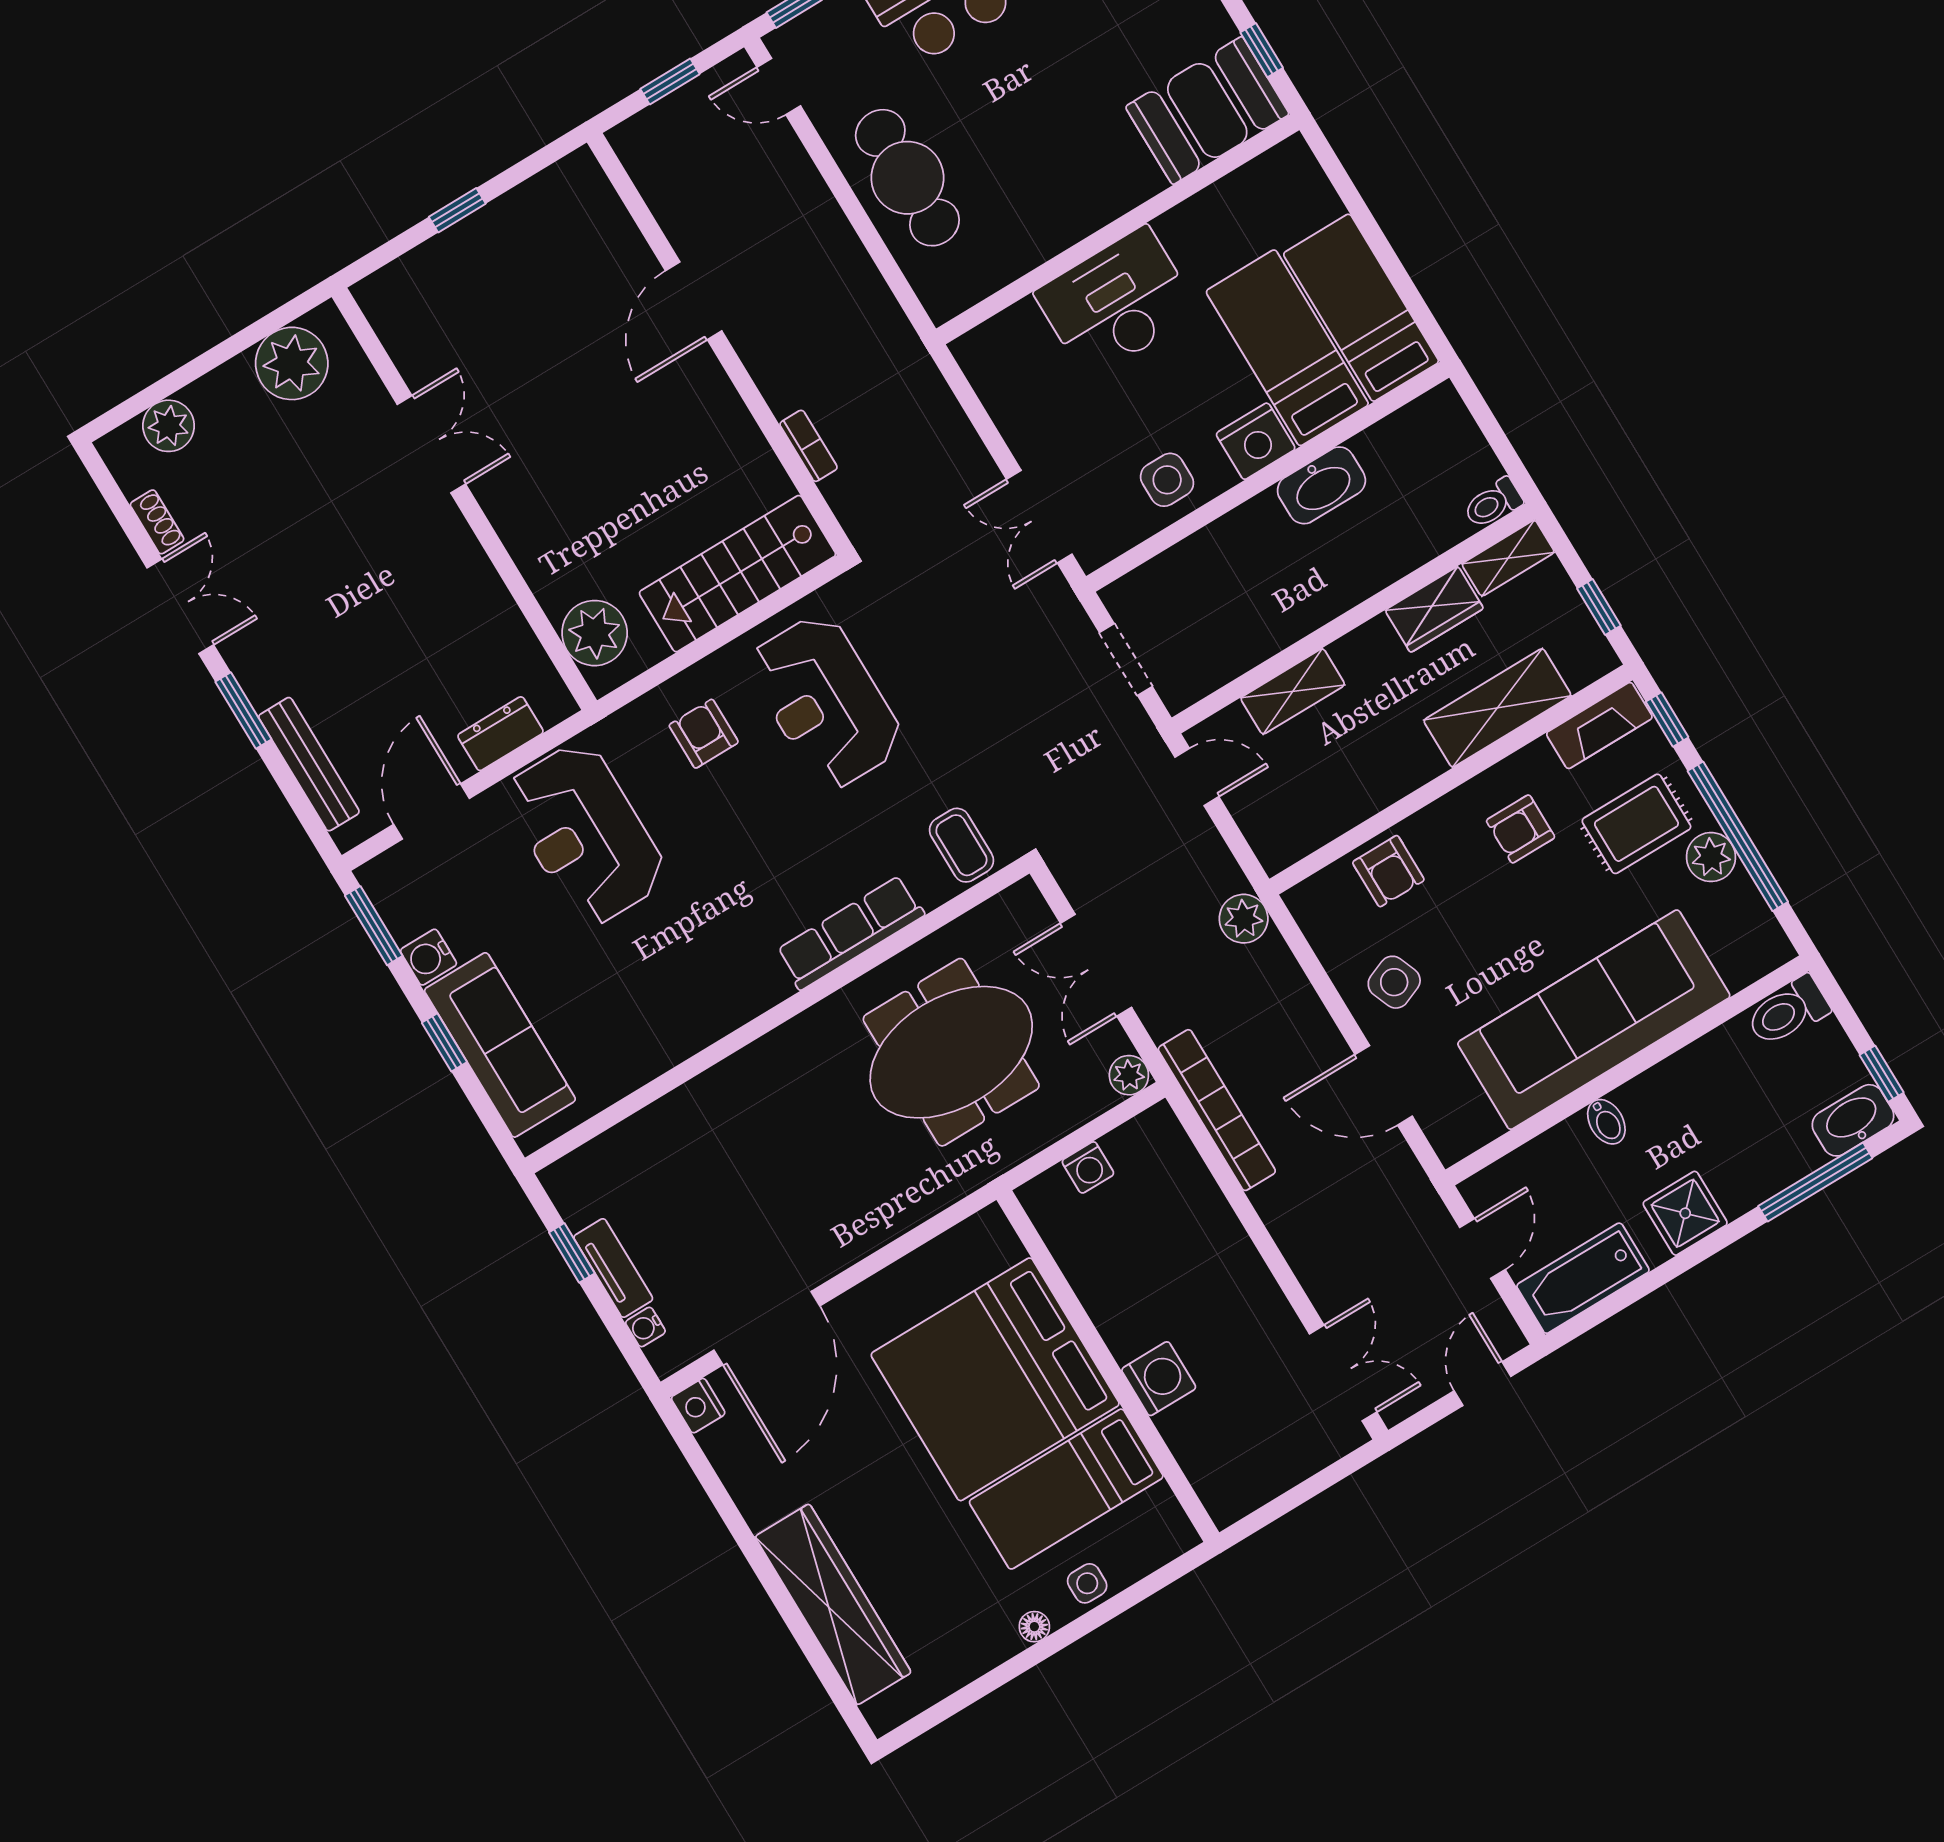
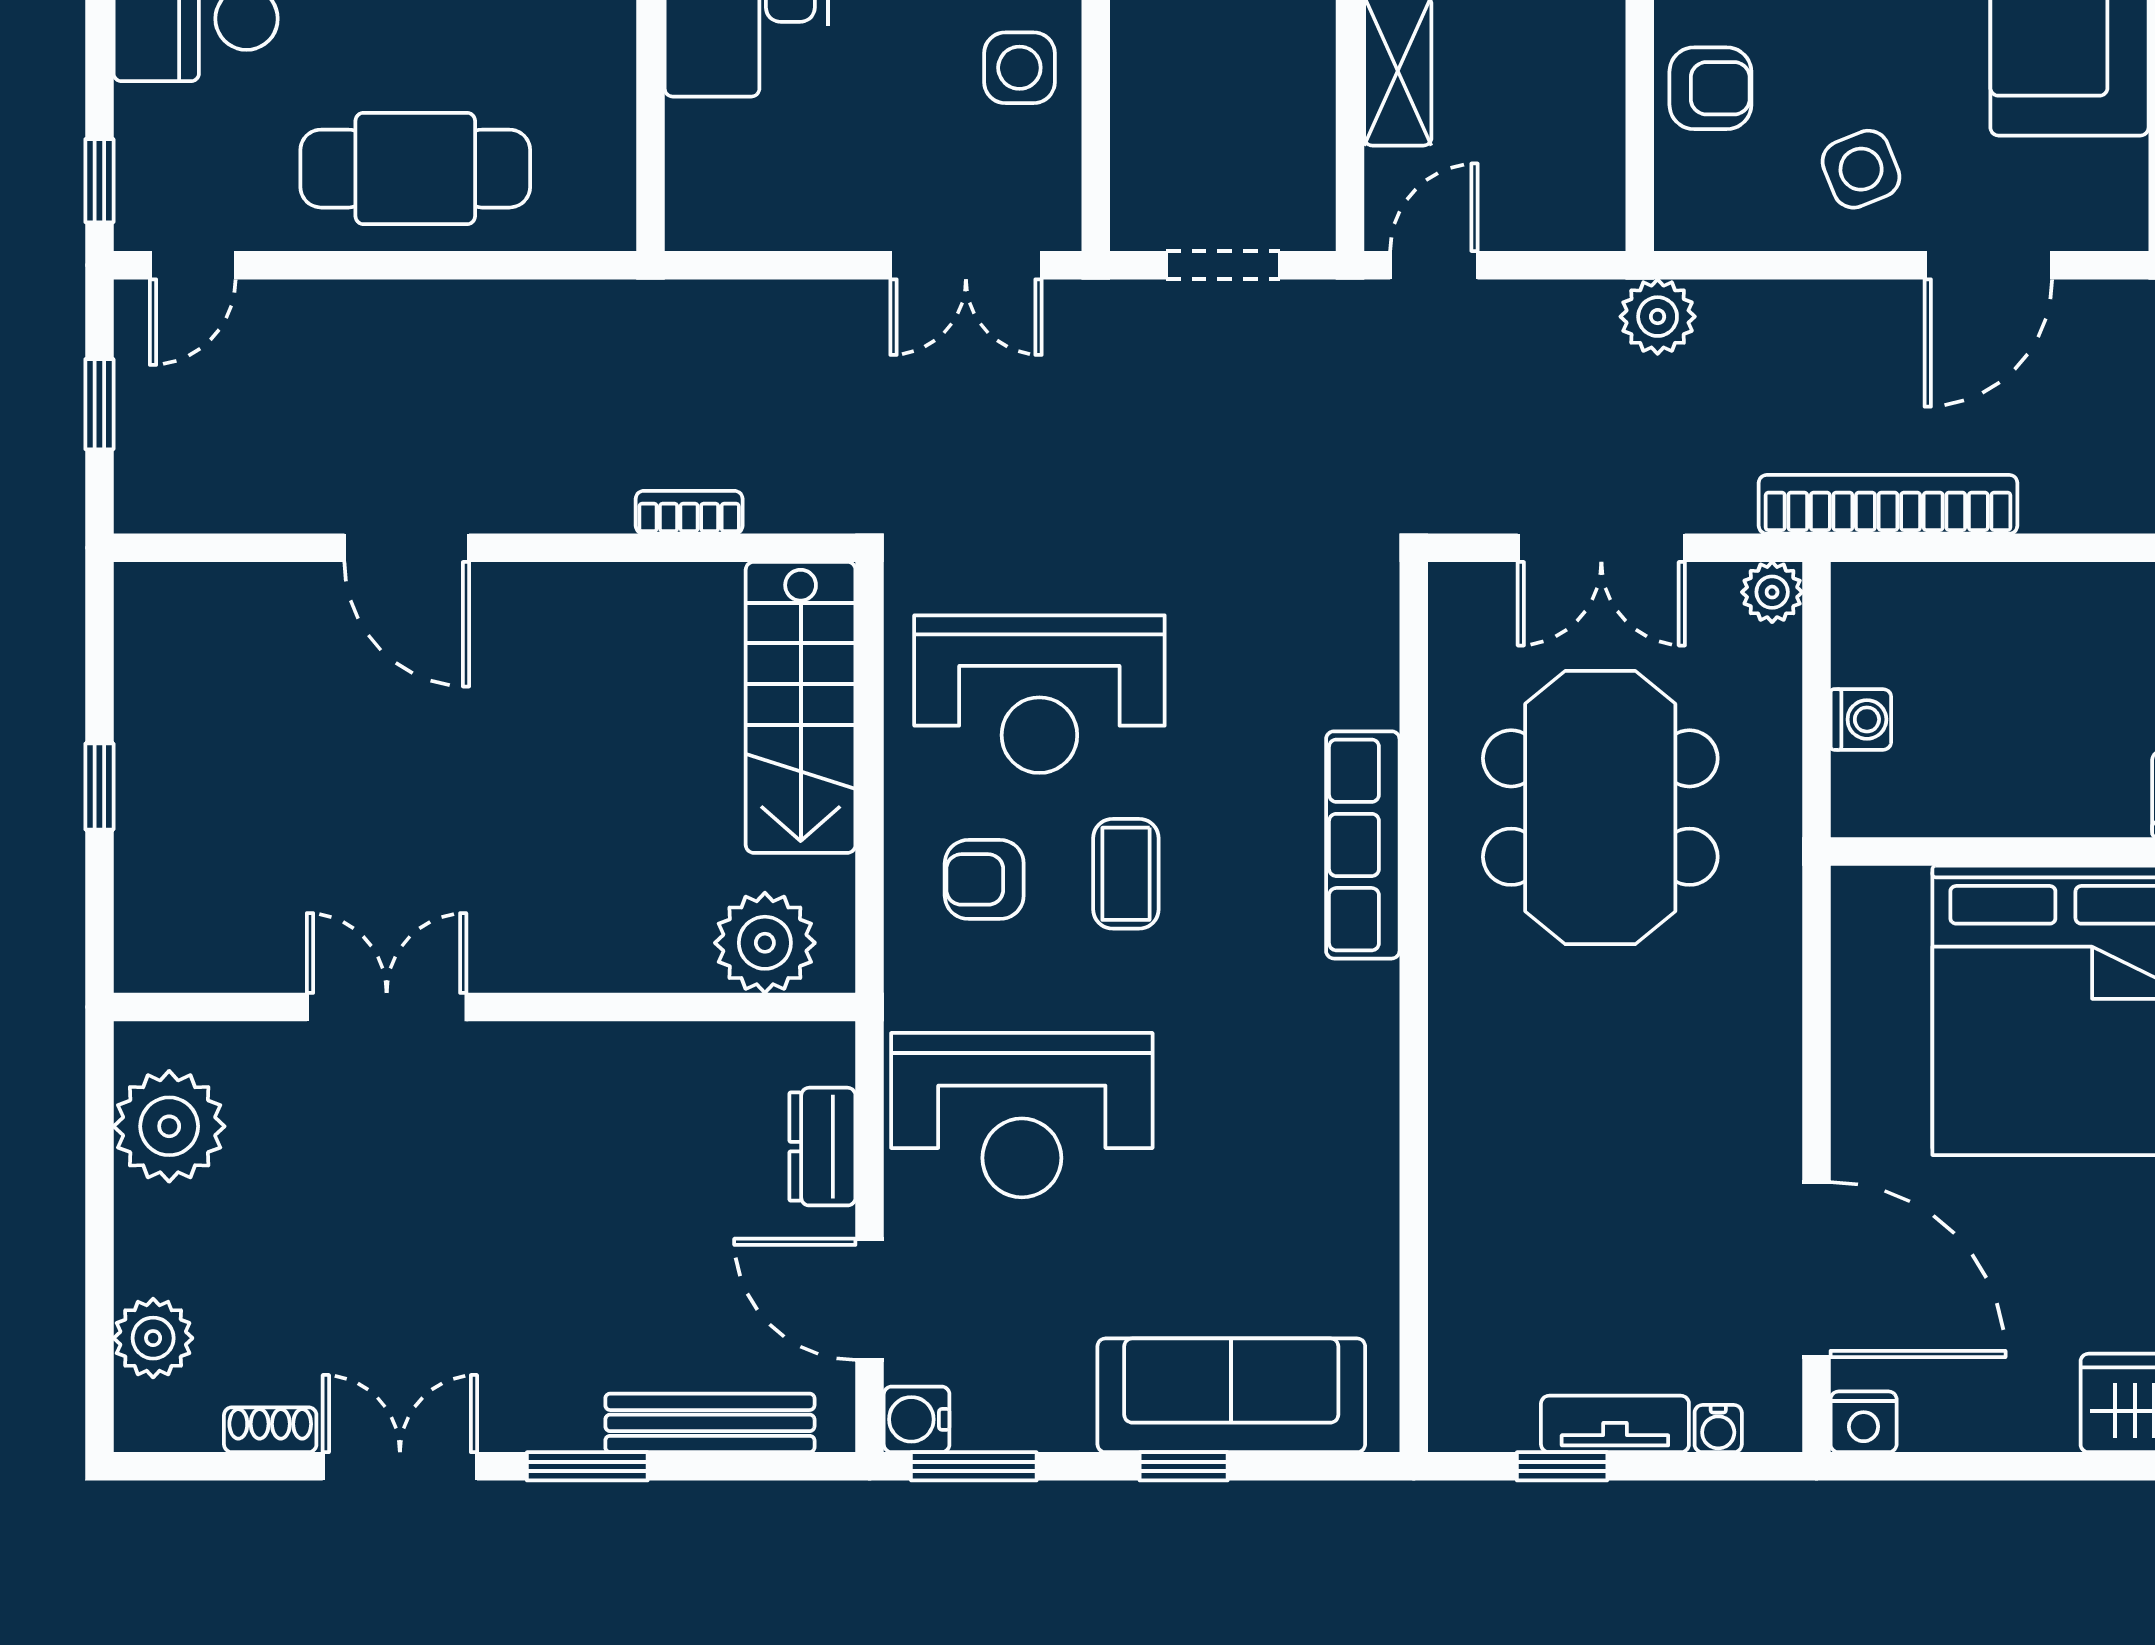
coffee table: (961, 845) -> (1126, 874), moved, turned 90
water cooler: (428, 957) -> (917, 1419), moved, turned 90

